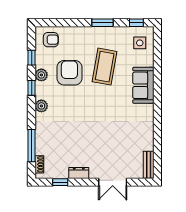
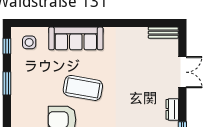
coffee table: (105, 67) -> (83, 88), moved
sofa: (143, 85) -> (76, 38), width x1.36

